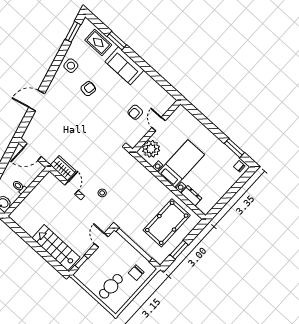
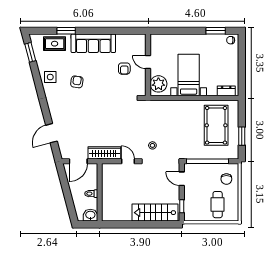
sofa: (124, 66) -> (93, 43), width x1.36
door: (37, 101) -> (51, 133), moved
wardrobe: (63, 168) -> (104, 153), width x1.50
dresser: (191, 196) -> (226, 91), moved

